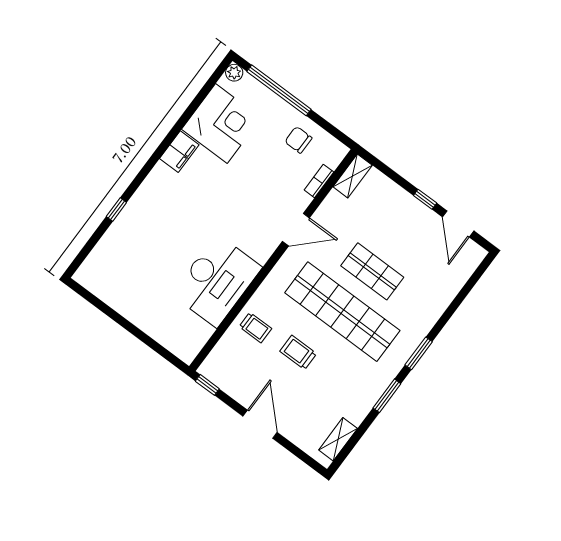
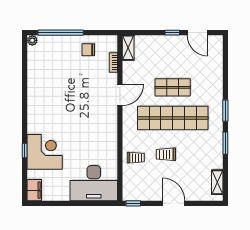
corner desk: (221, 124) -> (45, 152), moved
filing cabinet: (179, 152) -> (34, 190), moved
desk: (217, 281) -> (94, 183), moved, turned 90

